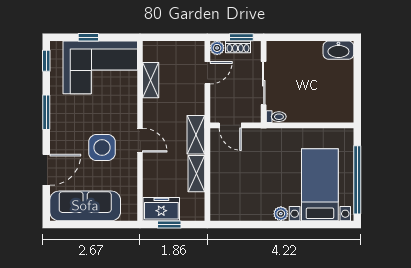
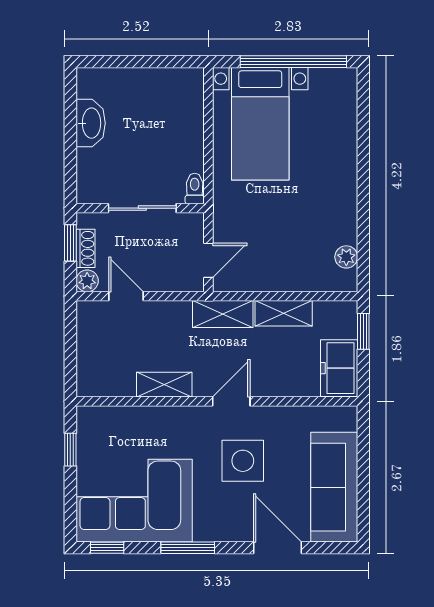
window: (88, 37) -> (70, 450), moved
washbasin: (338, 50) -> (91, 123), moved
corner sofa: (100, 67) -> (134, 501), moved, turned -90
shelving: (151, 80) -> (164, 385), moved
bed with nightstands: (320, 185) -> (260, 124), moved, turned -90
plant: (281, 214) -> (346, 257), moved
window: (169, 225) -> (363, 331), moved

